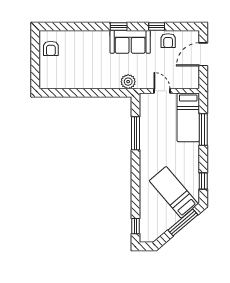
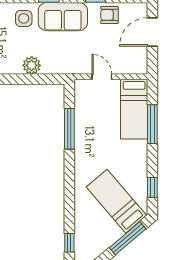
armchair: (168, 41) -> (109, 15), turned 90
side table: (98, 43) -> (24, 18), added
plant: (128, 82) -> (32, 65), moved

